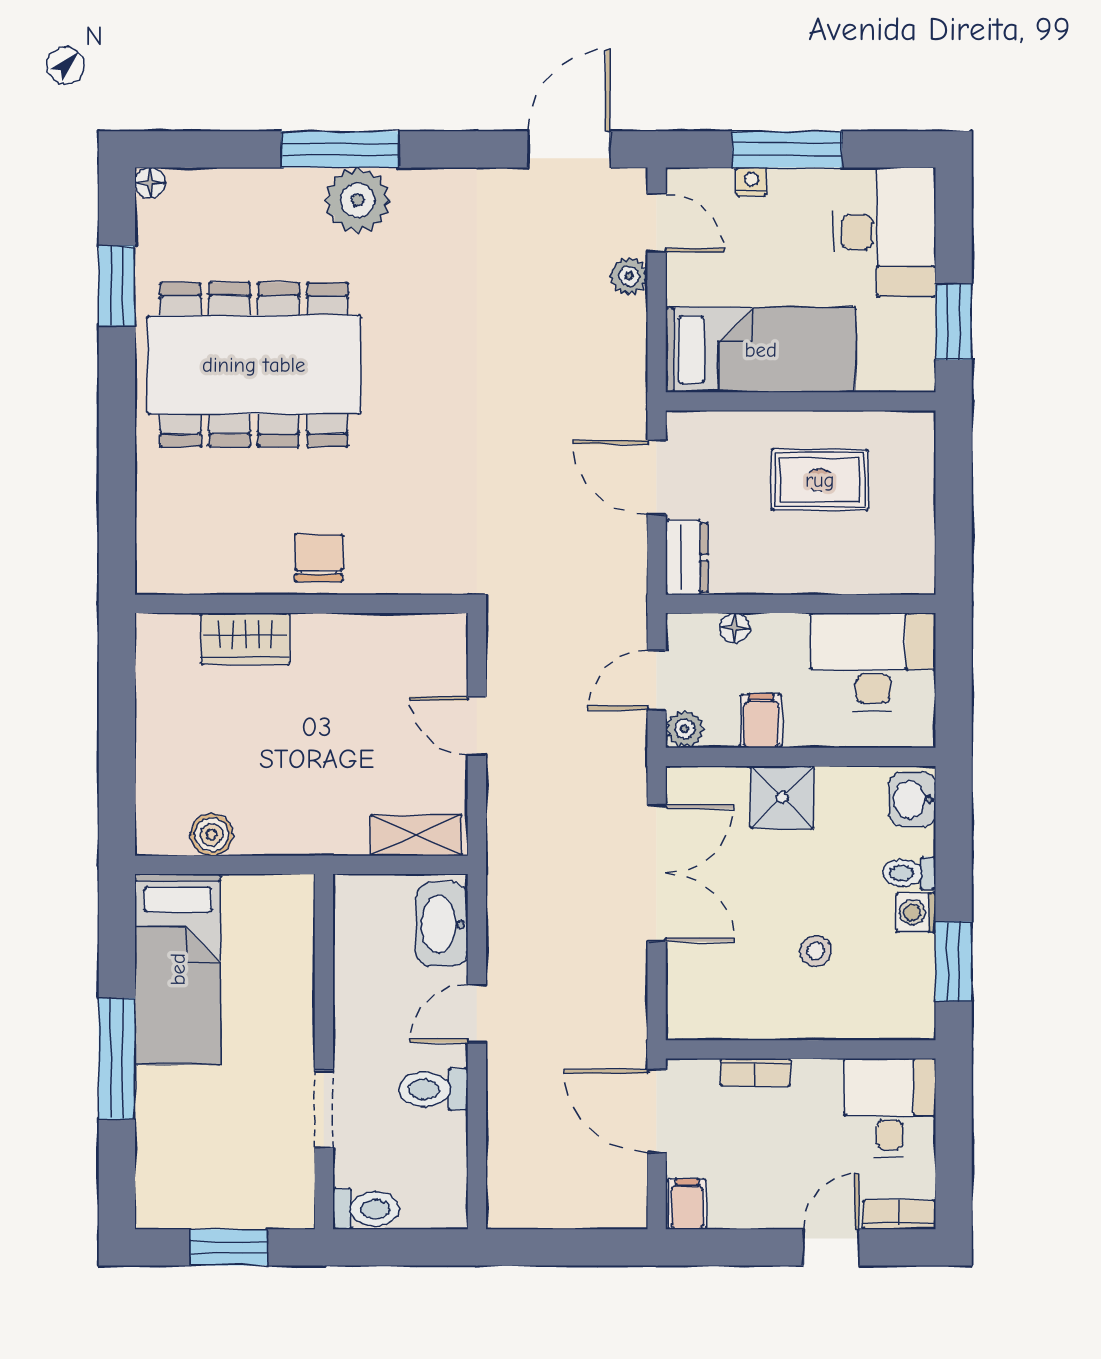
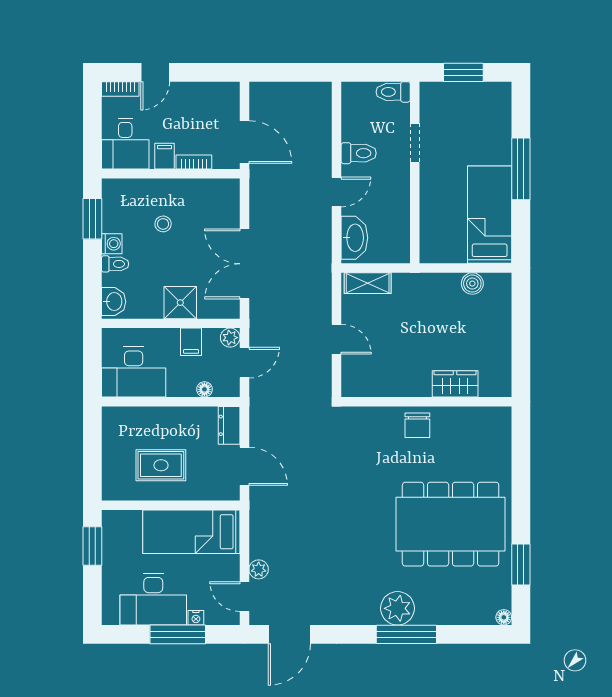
desk: (885, 232) -> (153, 599), moved, turned -90
filing cabinet: (687, 1204) -> (165, 156), moved, turned 180

